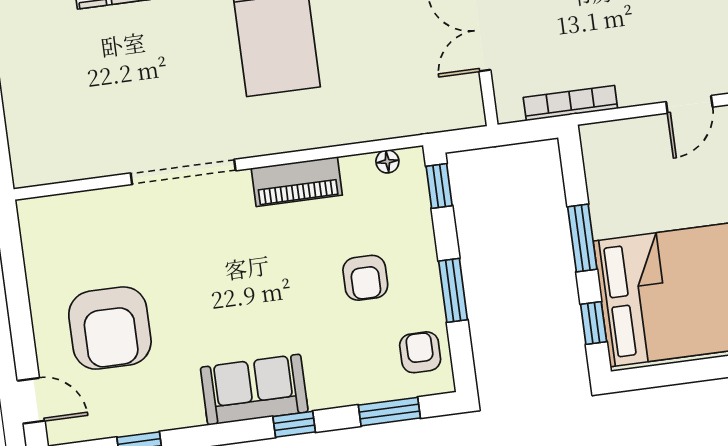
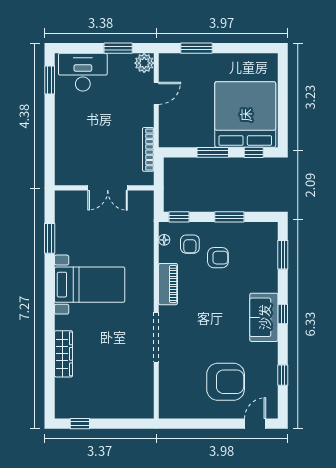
door: (689, 104) -> (156, 93), hinge flipped
armchair: (420, 352) -> (190, 244), moved, turned -90
window: (294, 424) -> (283, 314), moved

